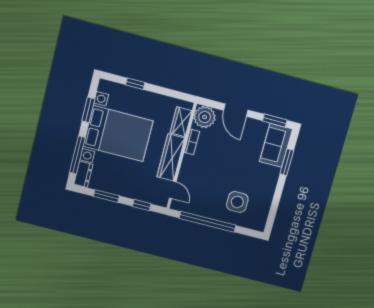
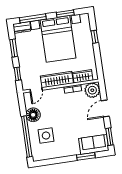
floor lamp: (204, 207) -> (33, 115), added
window: (208, 222) -> (27, 137), moved

